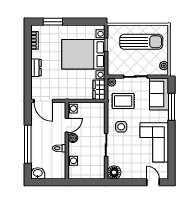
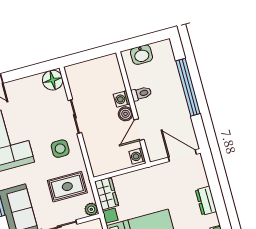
washing machine: (73, 161) -> (122, 99), moved
washbasin: (38, 173) -> (141, 55), moved

